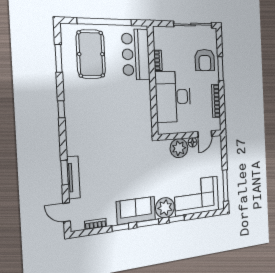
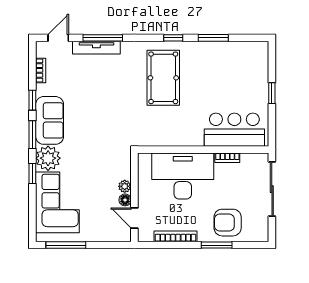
window: (105, 22) -> (272, 93), width x0.32
sliding door: (193, 25) -> (272, 189), moved
pool table: (91, 54) -> (163, 78), moved, turned 90
window: (59, 58) -> (213, 38), moved
plant: (179, 148) -> (125, 186), width x0.53, depth x0.53
window: (65, 173) -> (103, 38), width x1.44

